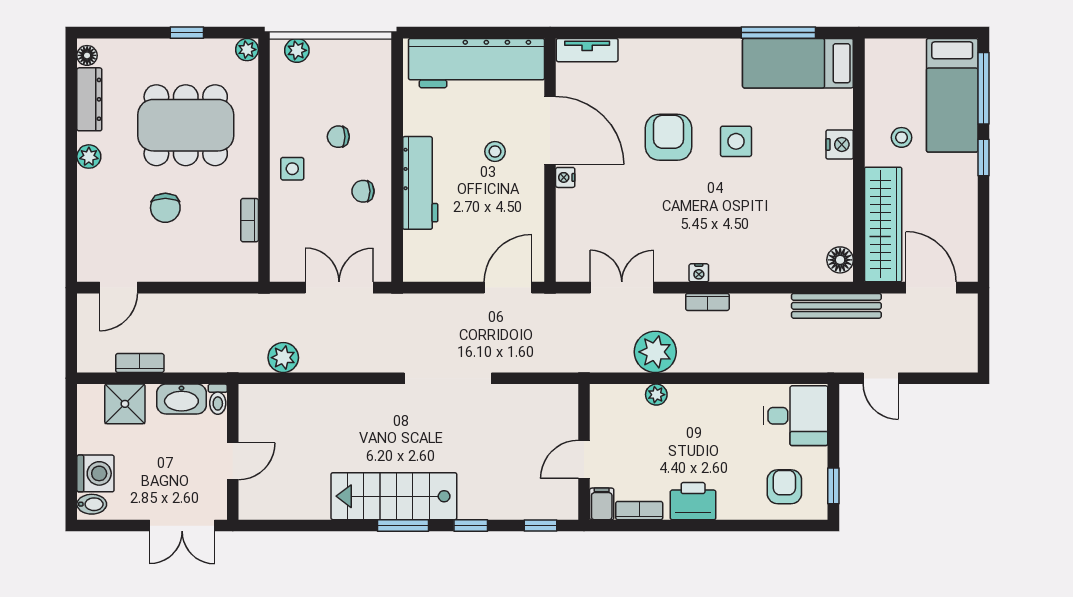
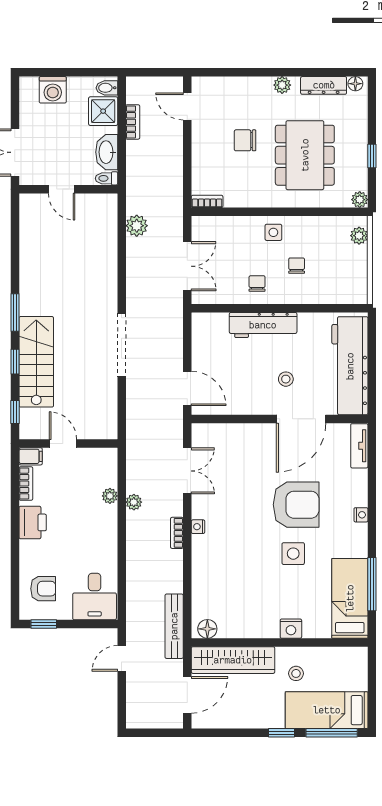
armchair: (668, 137) -> (296, 505), width x1.36, depth x1.36
nightstand: (565, 177) -> (361, 515), moved, turned 90
bookcase: (250, 220) -> (207, 201), moved
plant: (655, 352) -> (134, 502), width x0.53, depth x0.53
stairs: (394, 496) -> (36, 362), moved
bidet: (92, 504) -> (107, 88), moved, turned 90

